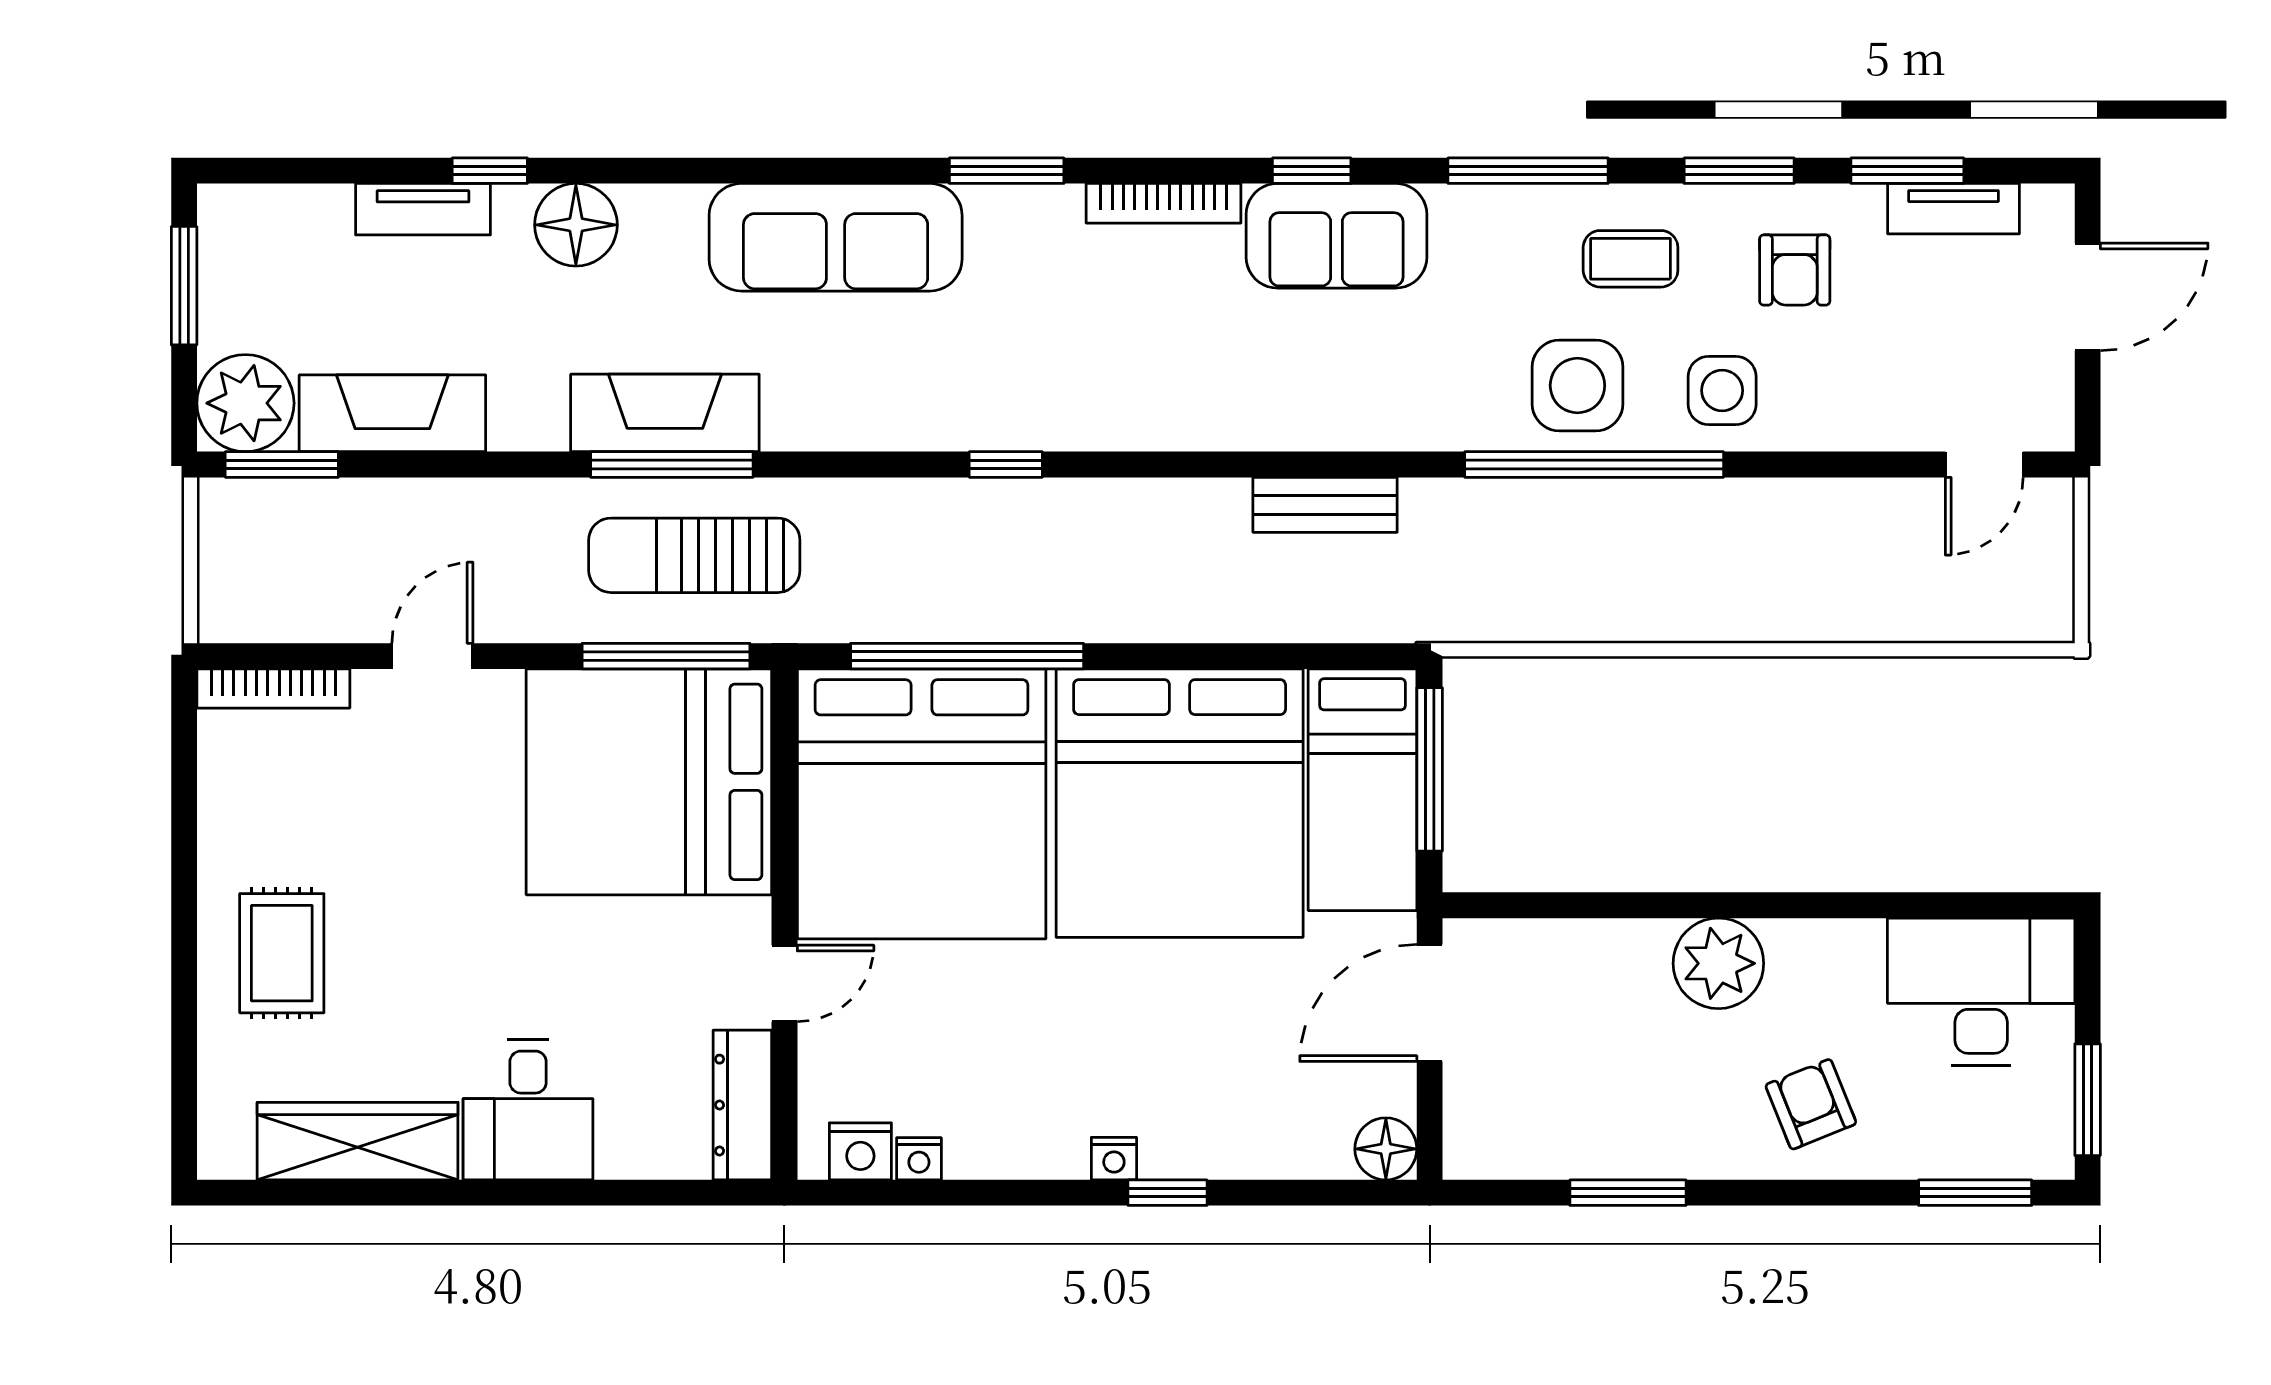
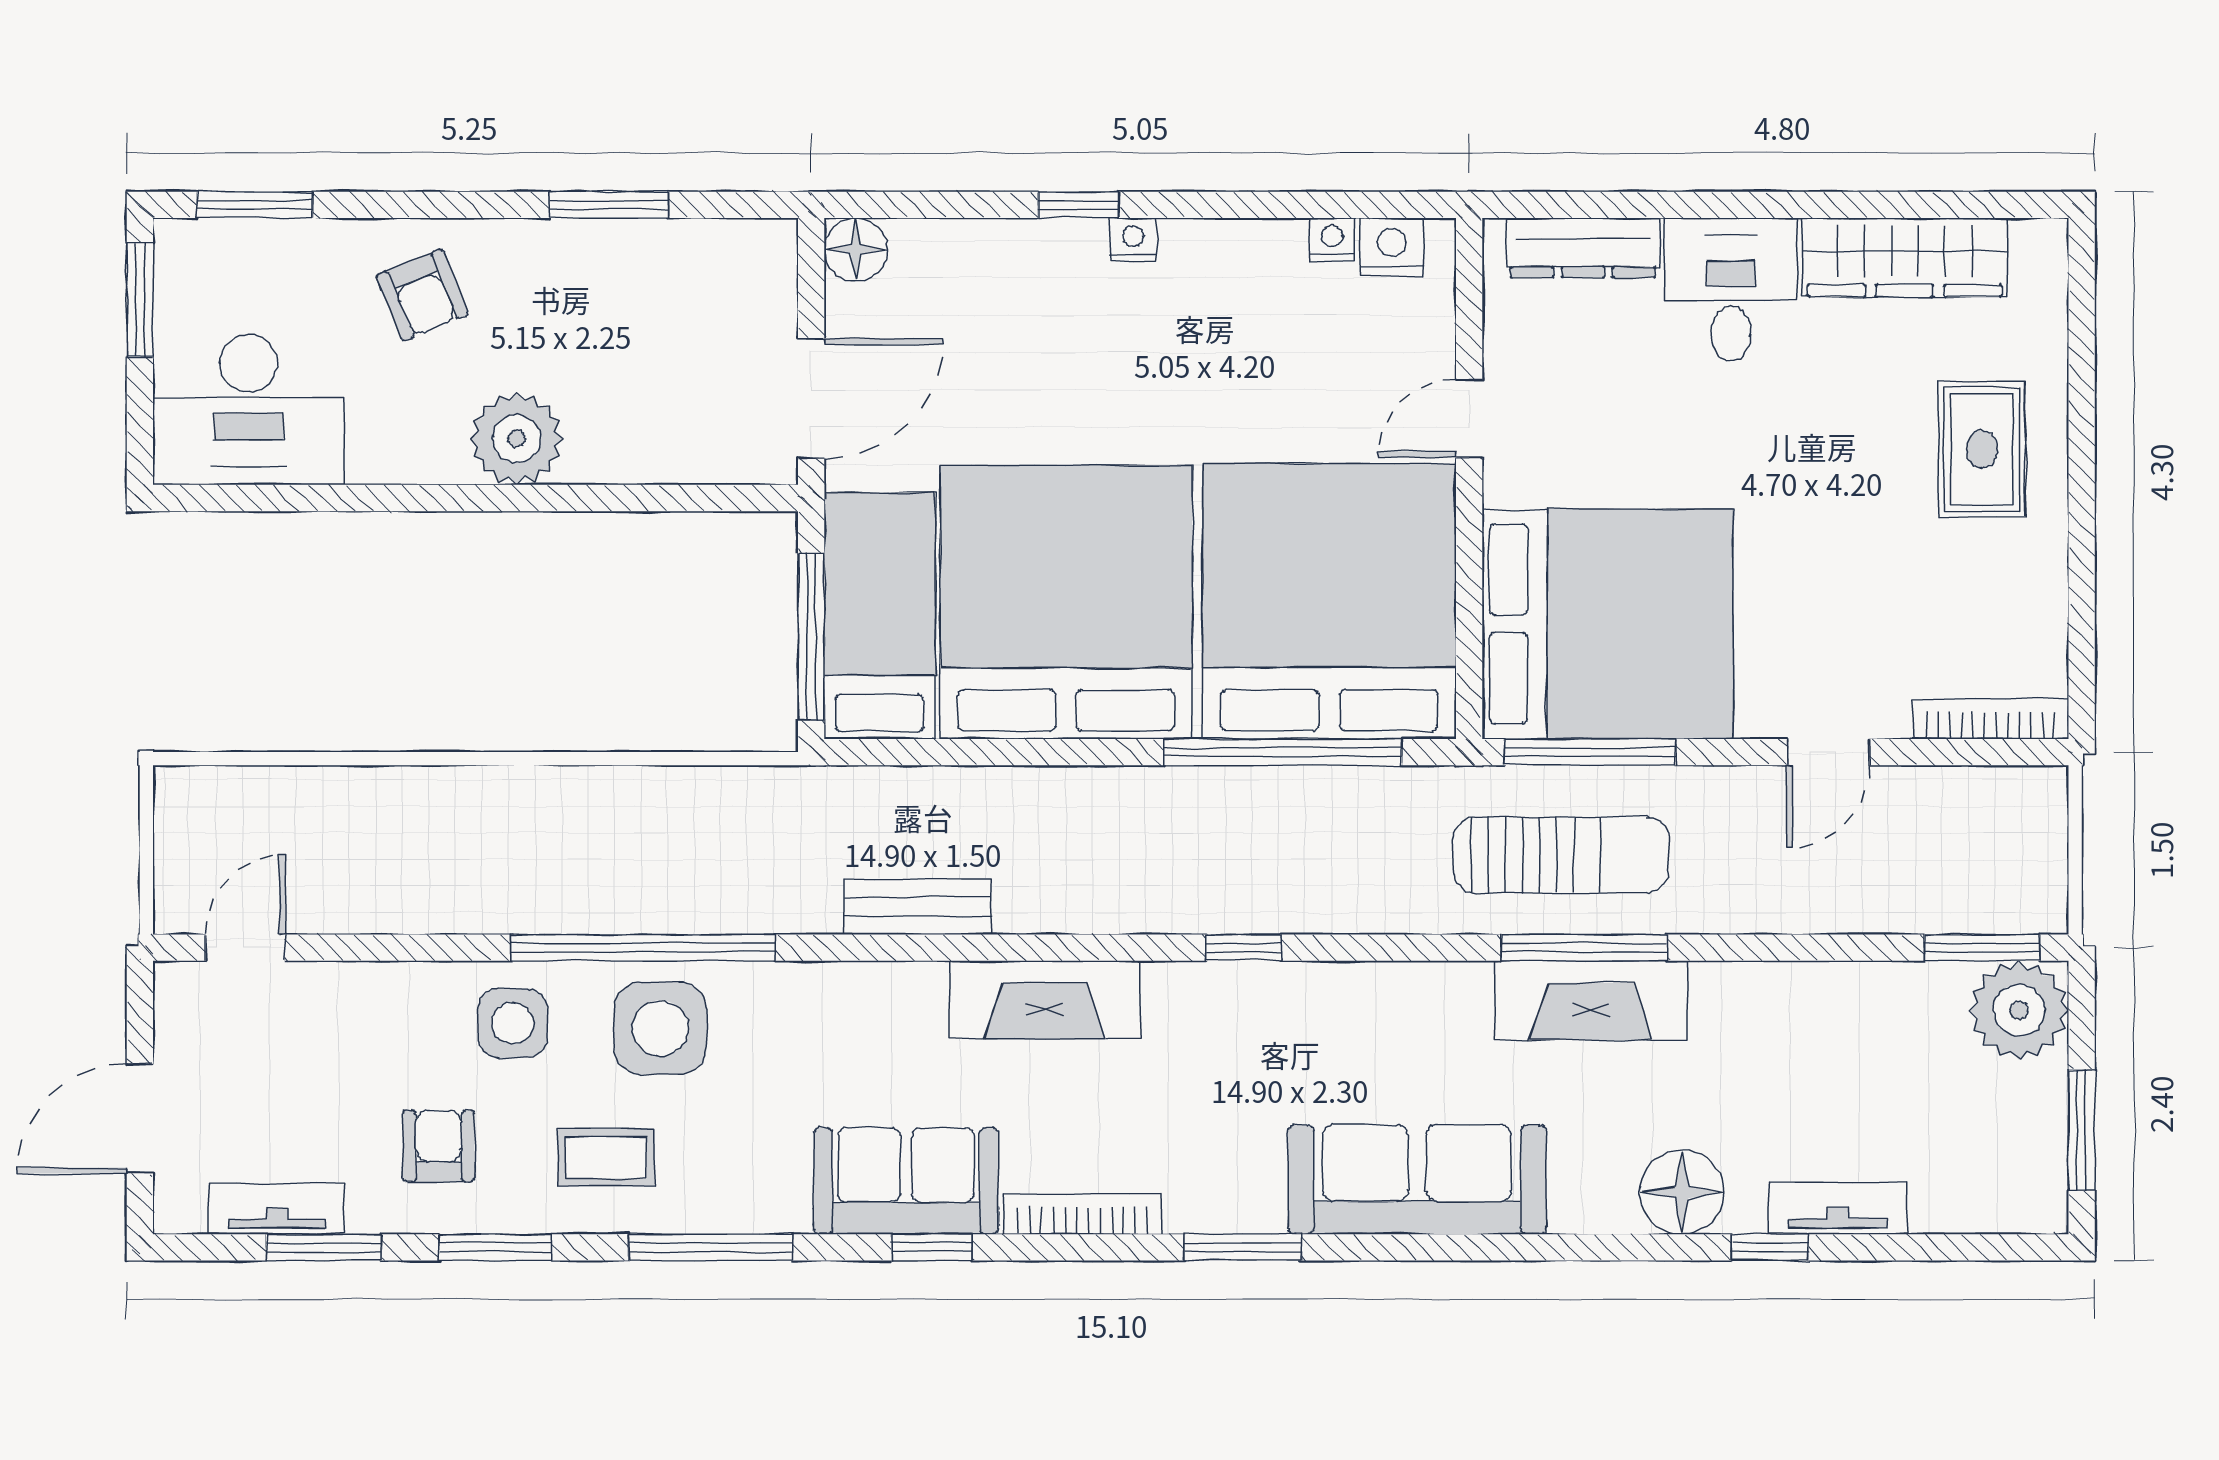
fireplace: (392, 413) -> (1045, 1000), moved
dresser: (742, 1105) -> (1583, 248), moved, turned 90

